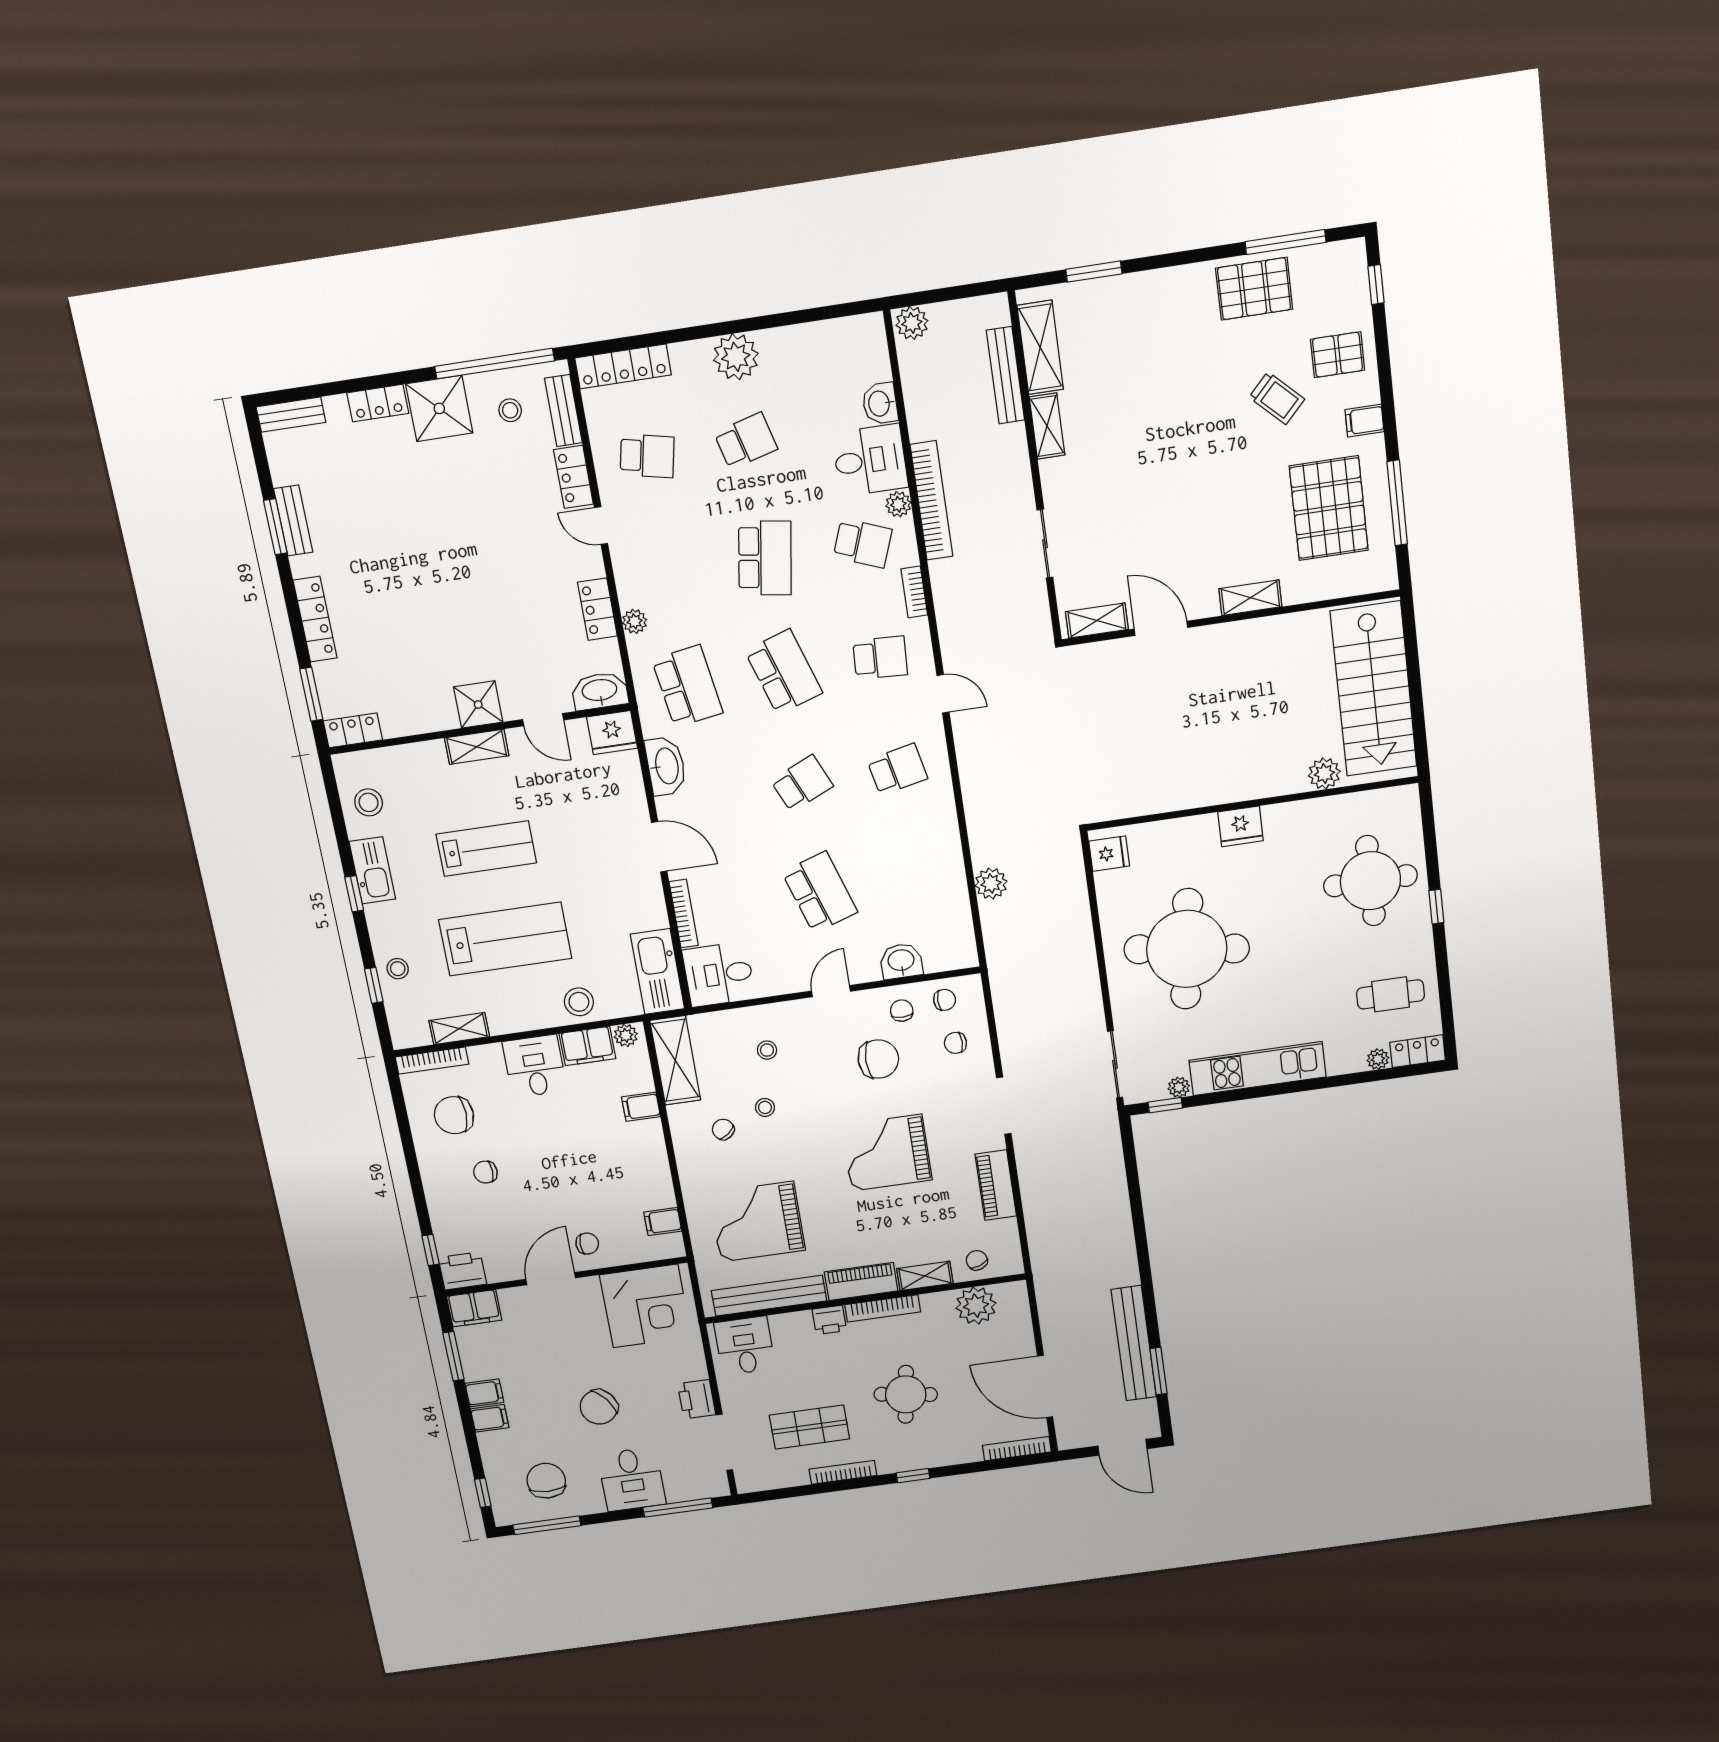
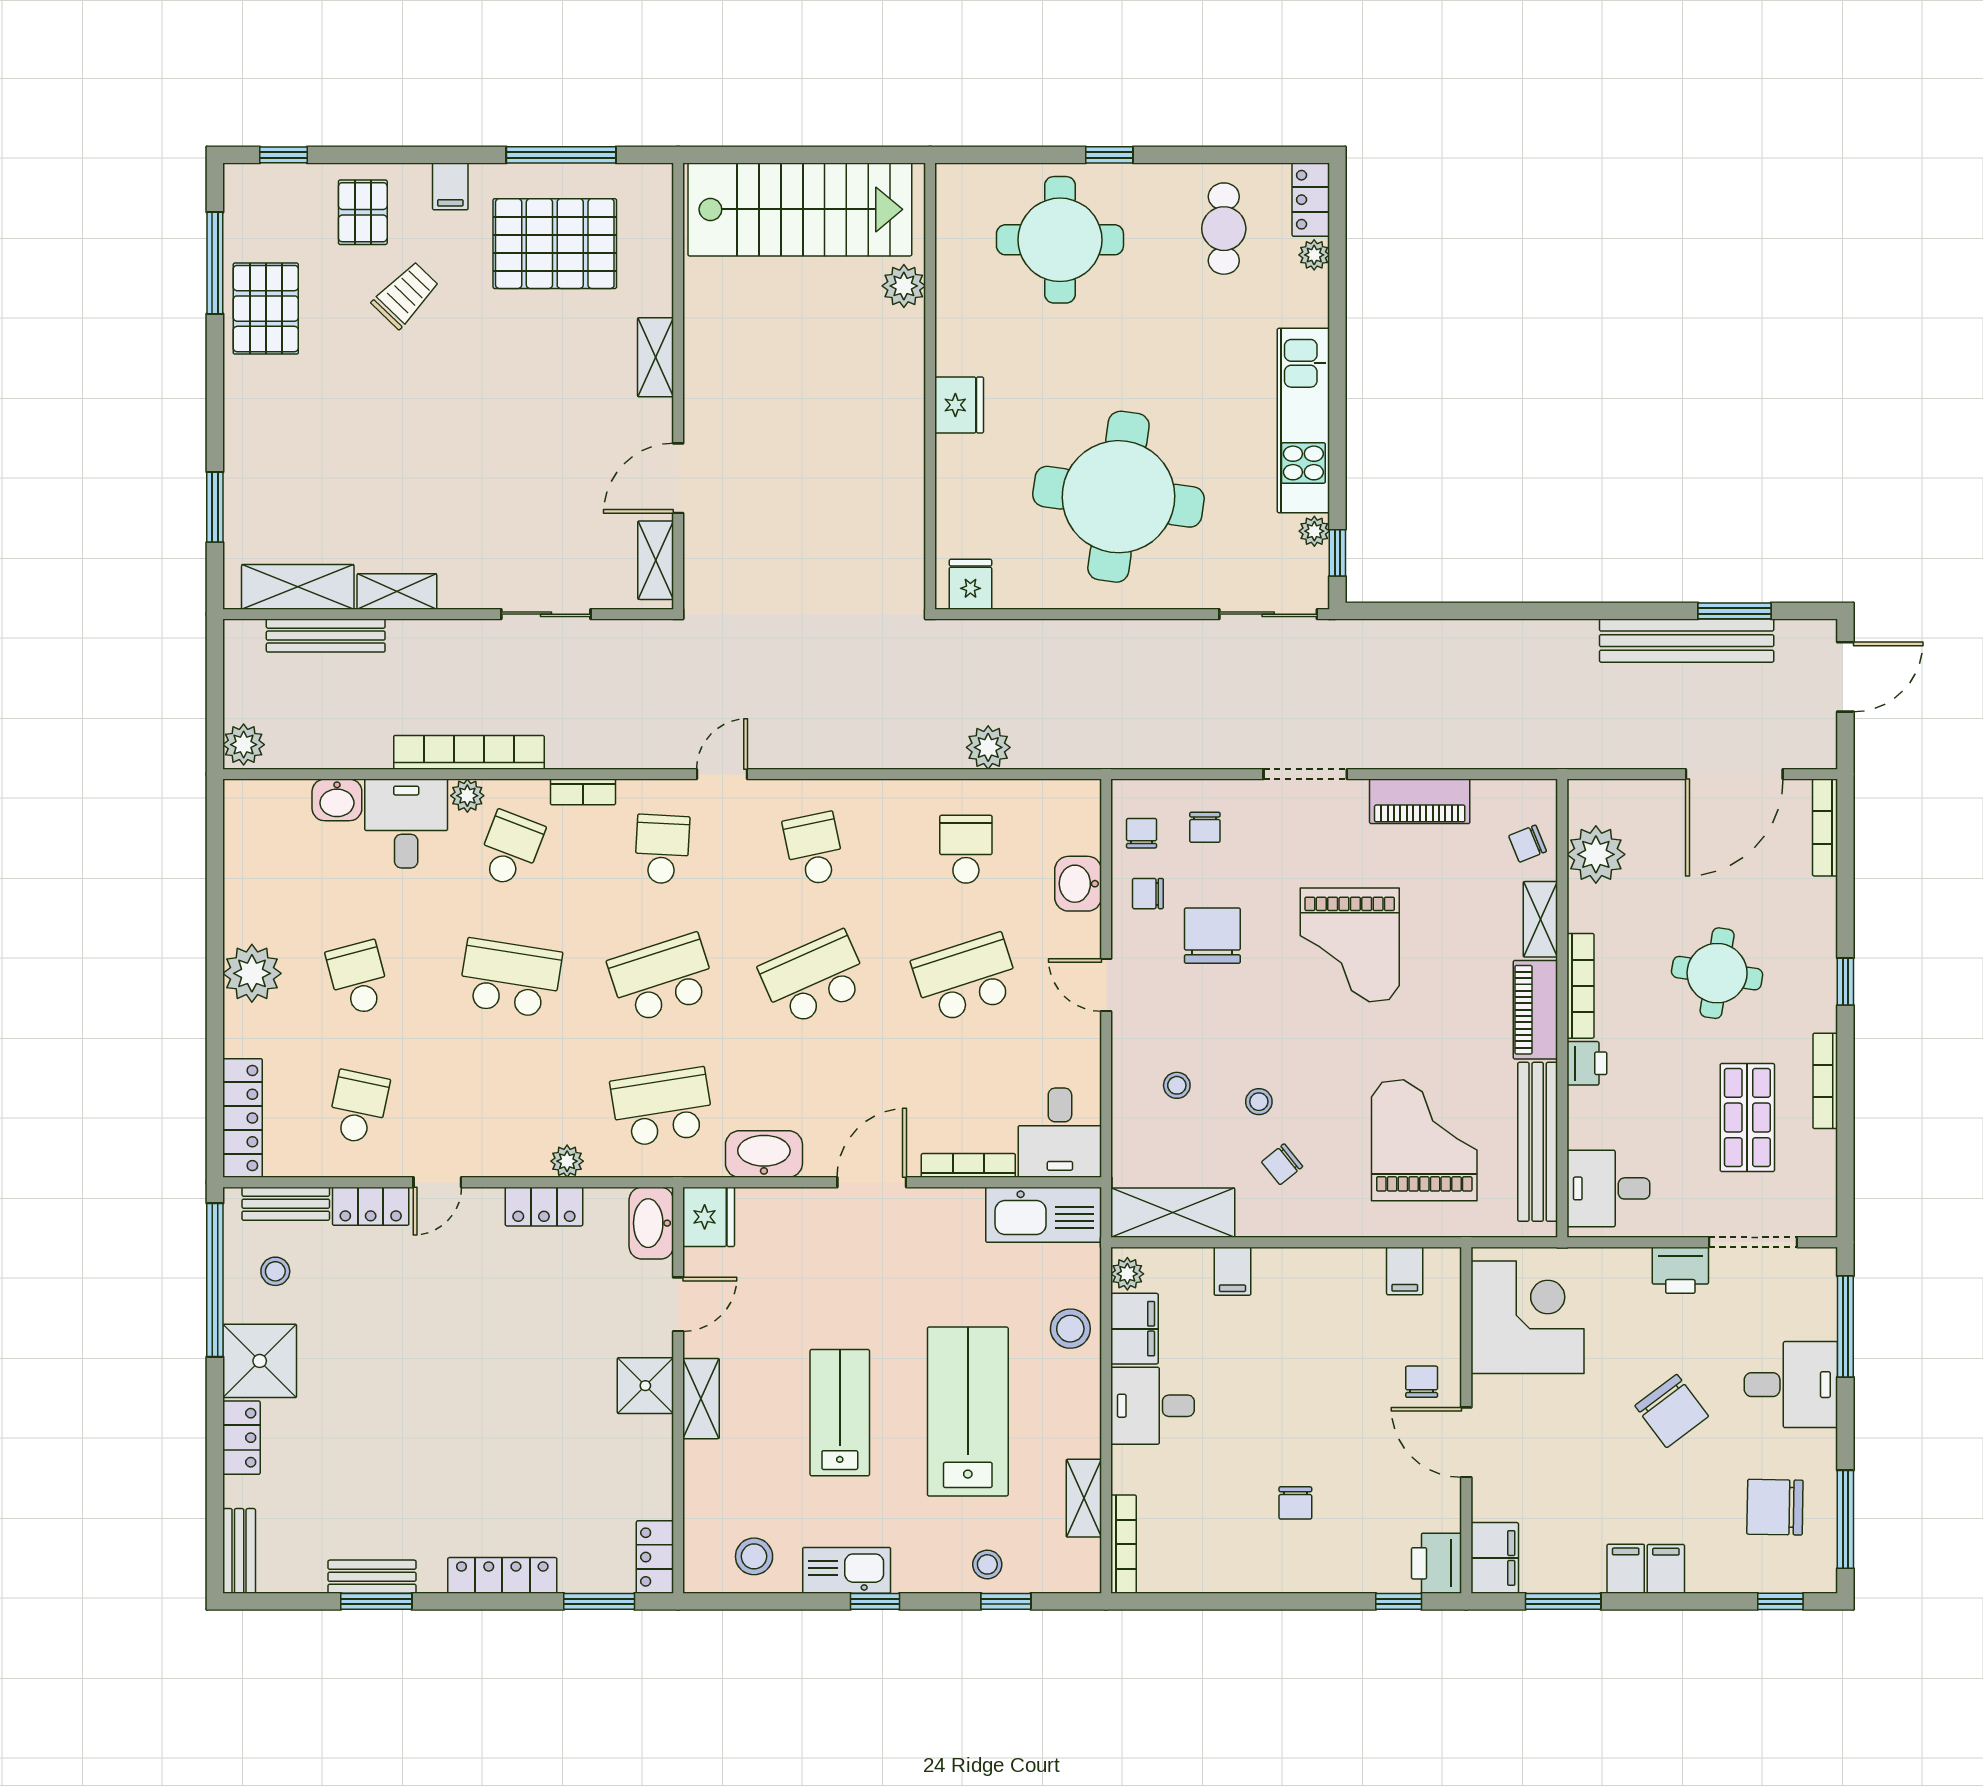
school desk: (802, 783) -> (814, 978), width x1.85
school desk: (914, 879) -> (966, 849), added
chair: (454, 1115) -> (1206, 1530), removed
grand piano: (757, 1222) -> (1424, 1140), turned 180

